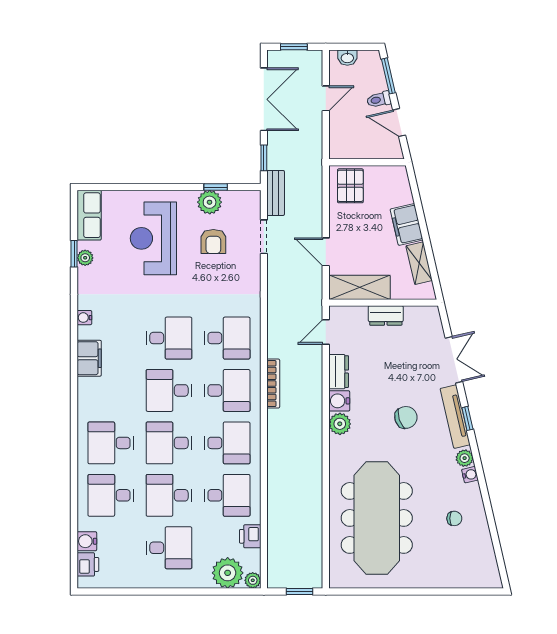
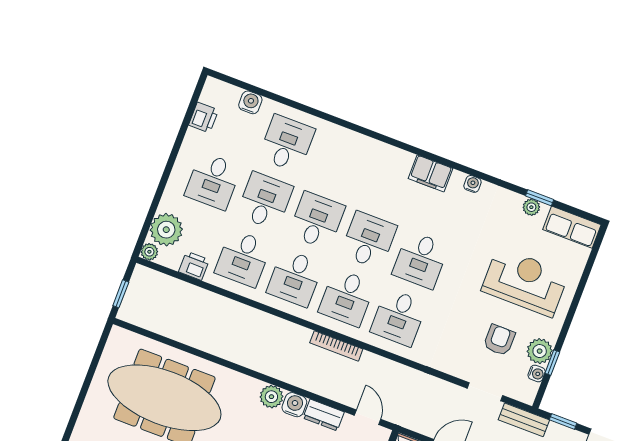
water cooler: (230, 197) -> (537, 373), added
armchair: (213, 242) -> (499, 340), turned 90
desk: (111, 443) -> (339, 163), removed
printer: (88, 564) -> (203, 118), moved, turned -90

